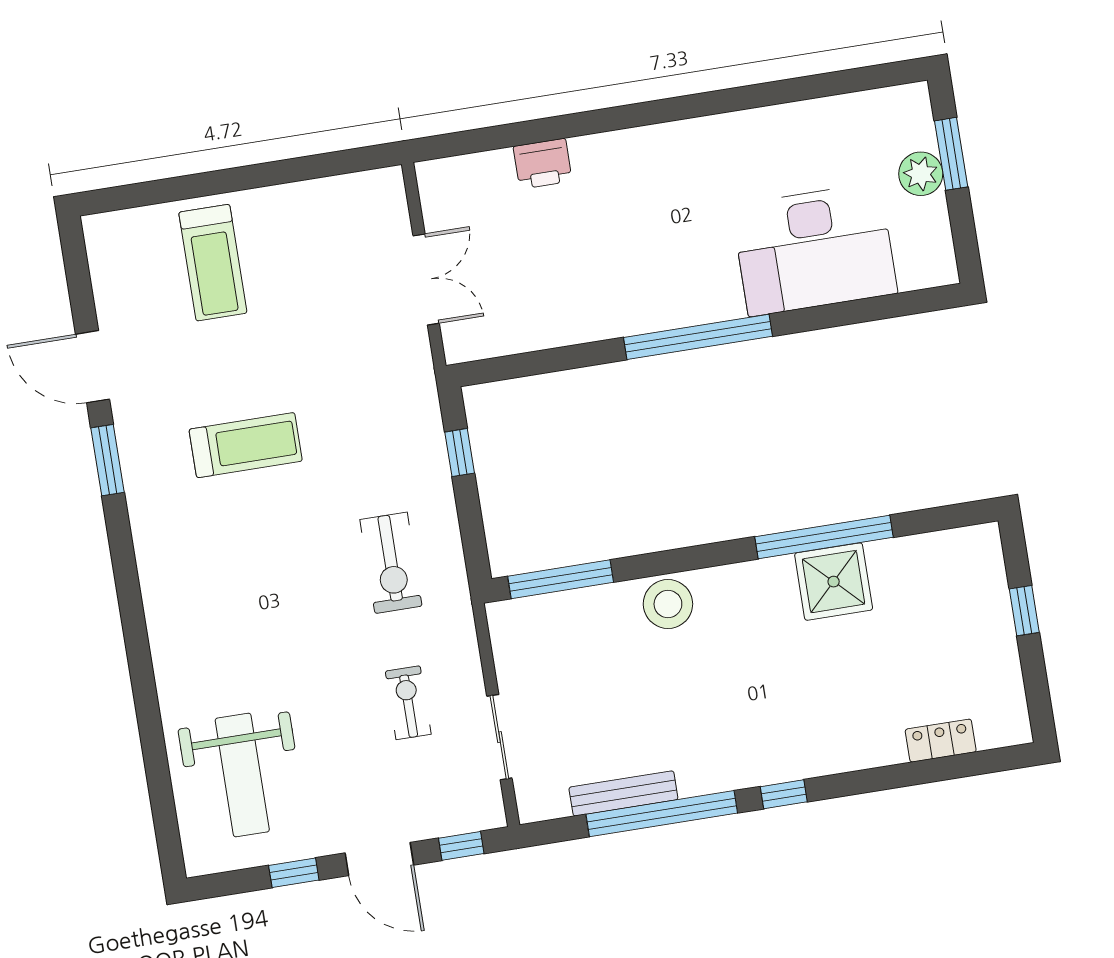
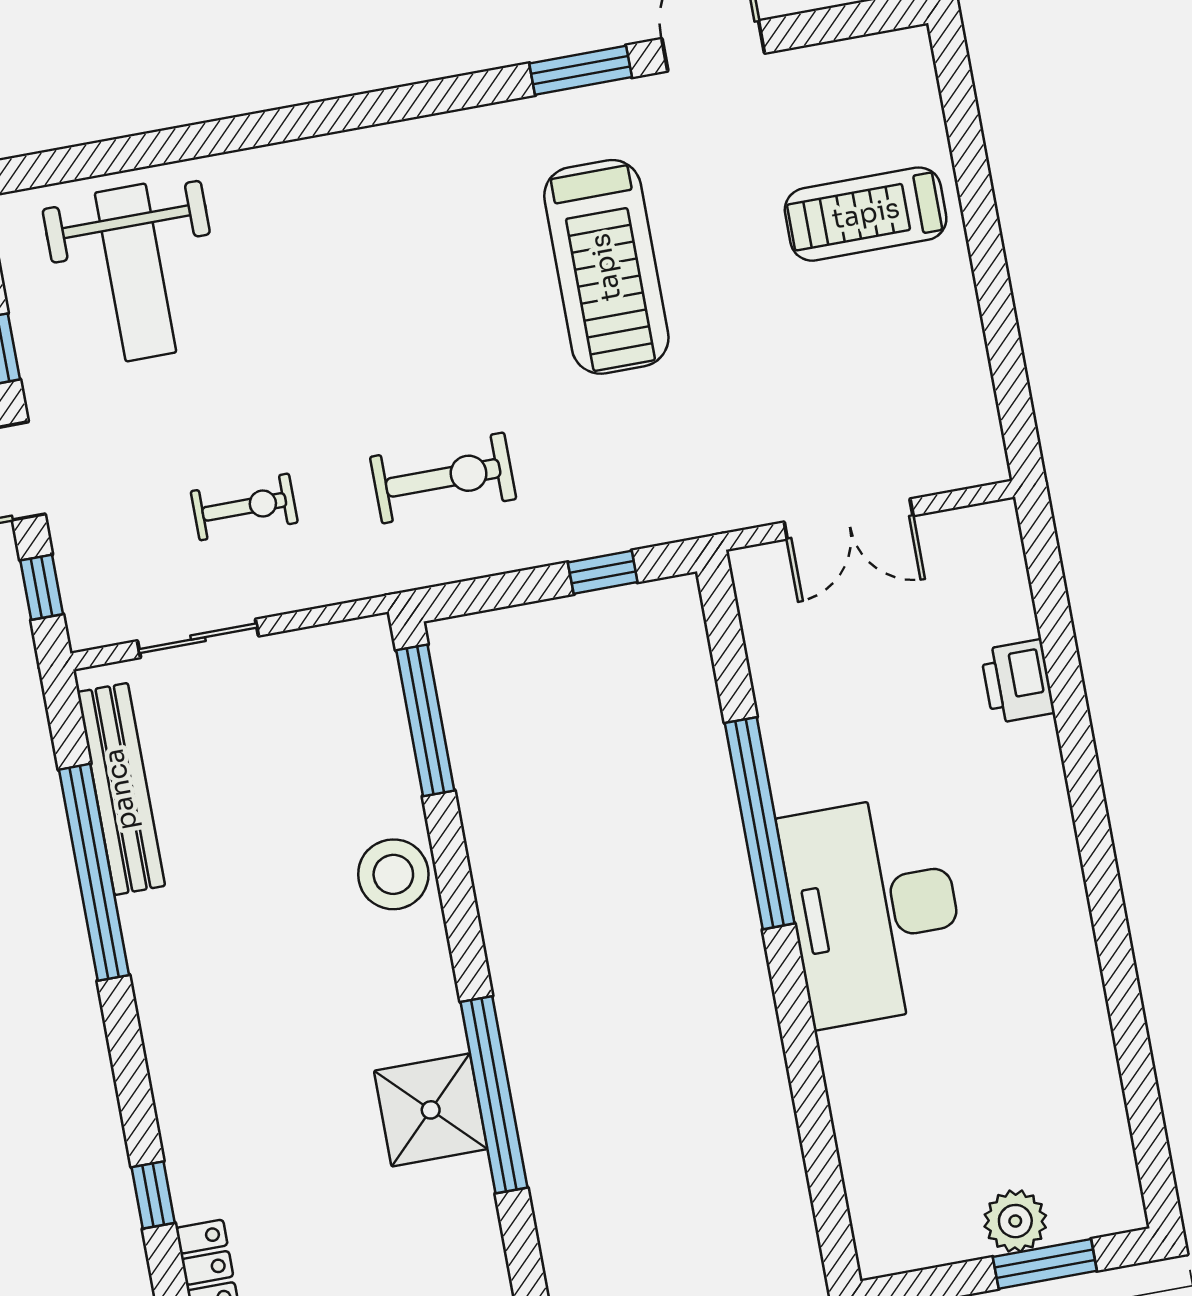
desk: (814, 249) -> (874, 910), moved
window: (698, 337) -> (760, 823), moved
treadmill: (246, 445) -> (606, 267), width x1.37, depth x1.38
exercise bike: (391, 563) -> (443, 478), turned 180
weight bench: (242, 775) -> (136, 273), turned -90
bench: (623, 793) -> (121, 789), width x1.37, depth x1.21
window: (784, 794) -> (153, 1195), moved

